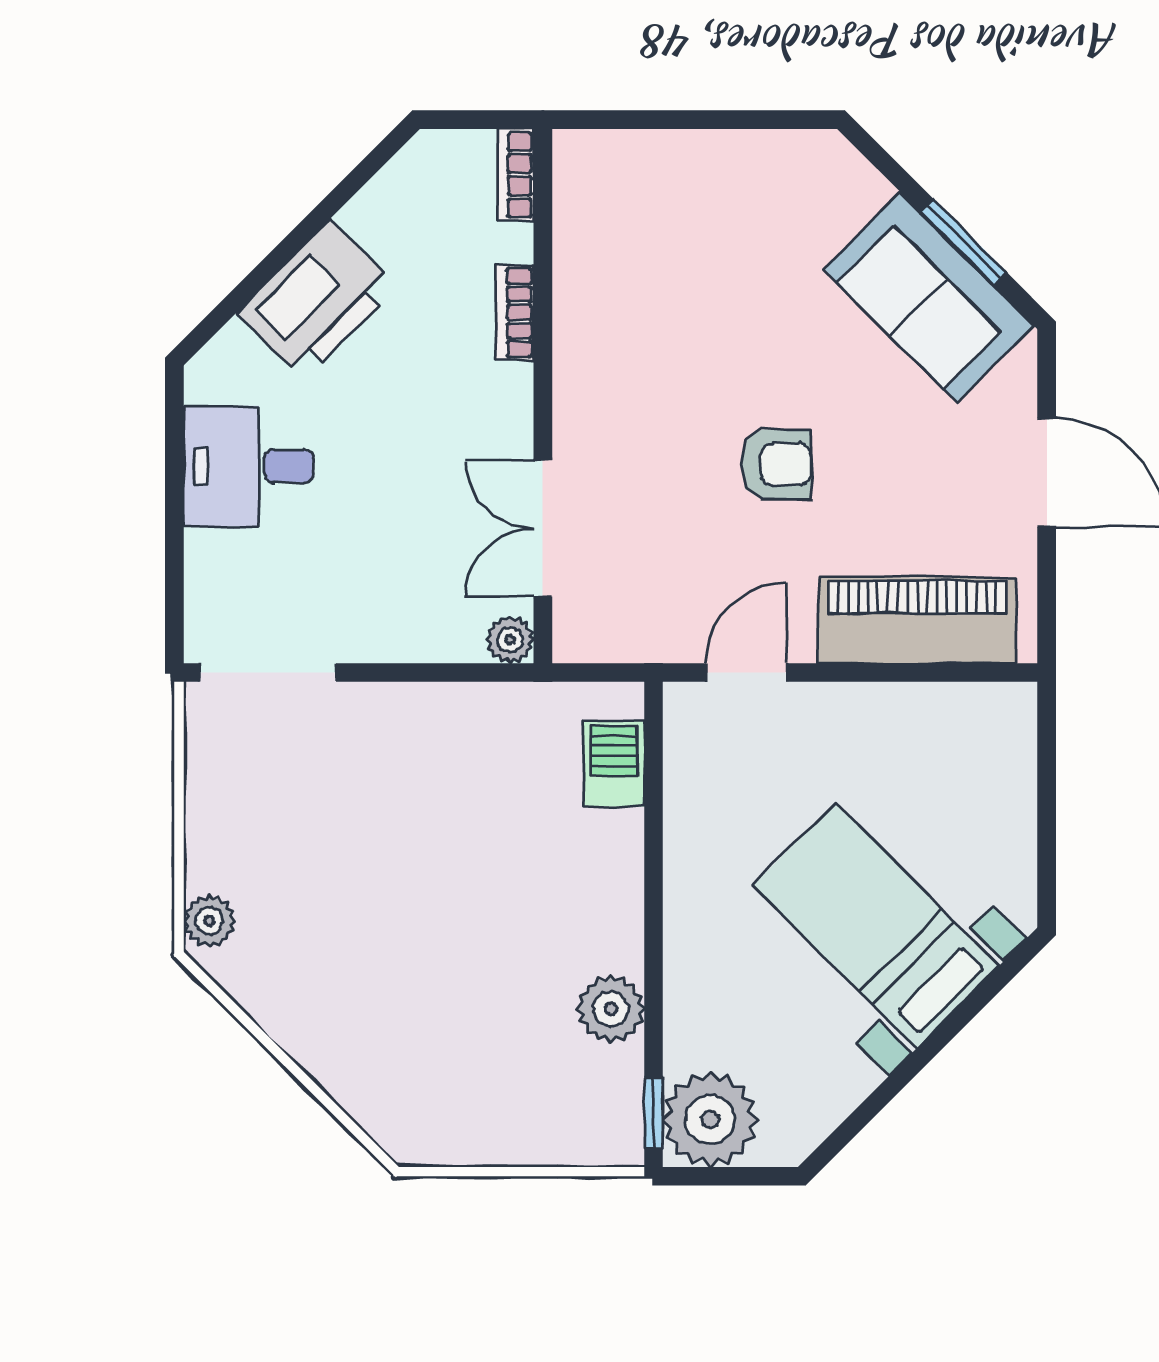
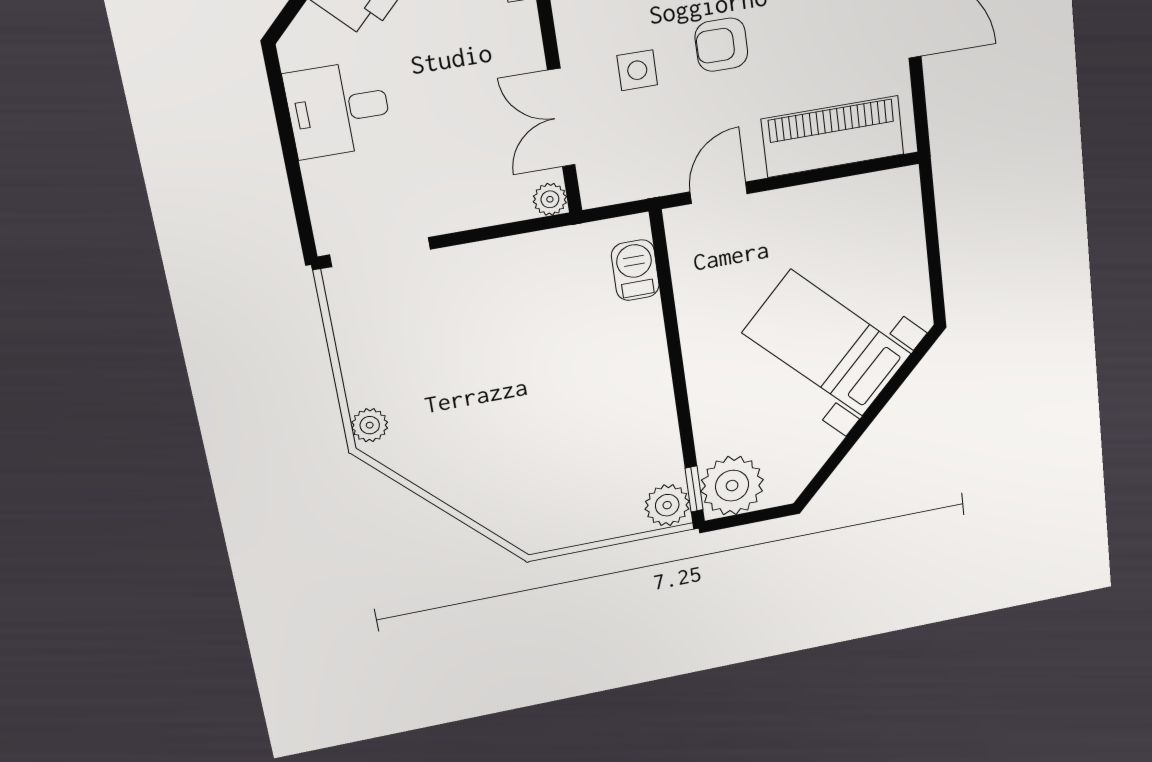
armchair: (776, 464) -> (721, 45), turned 180
side table: (656, 480) -> (637, 70), added
plant: (611, 1009) -> (667, 505), moved

